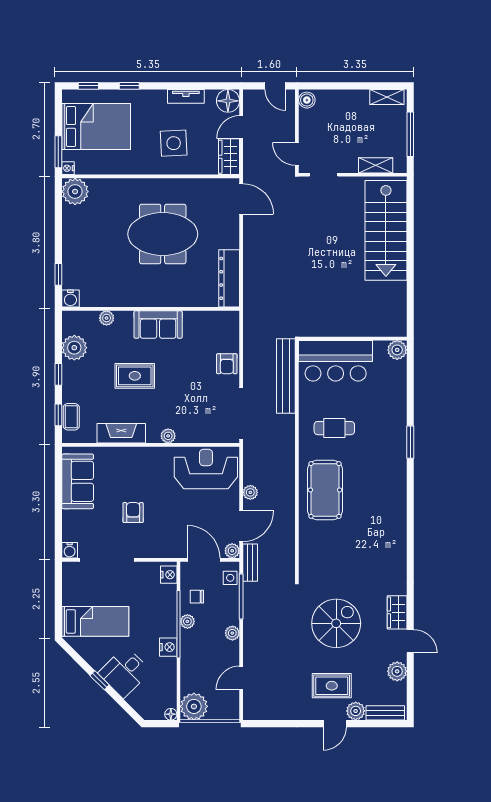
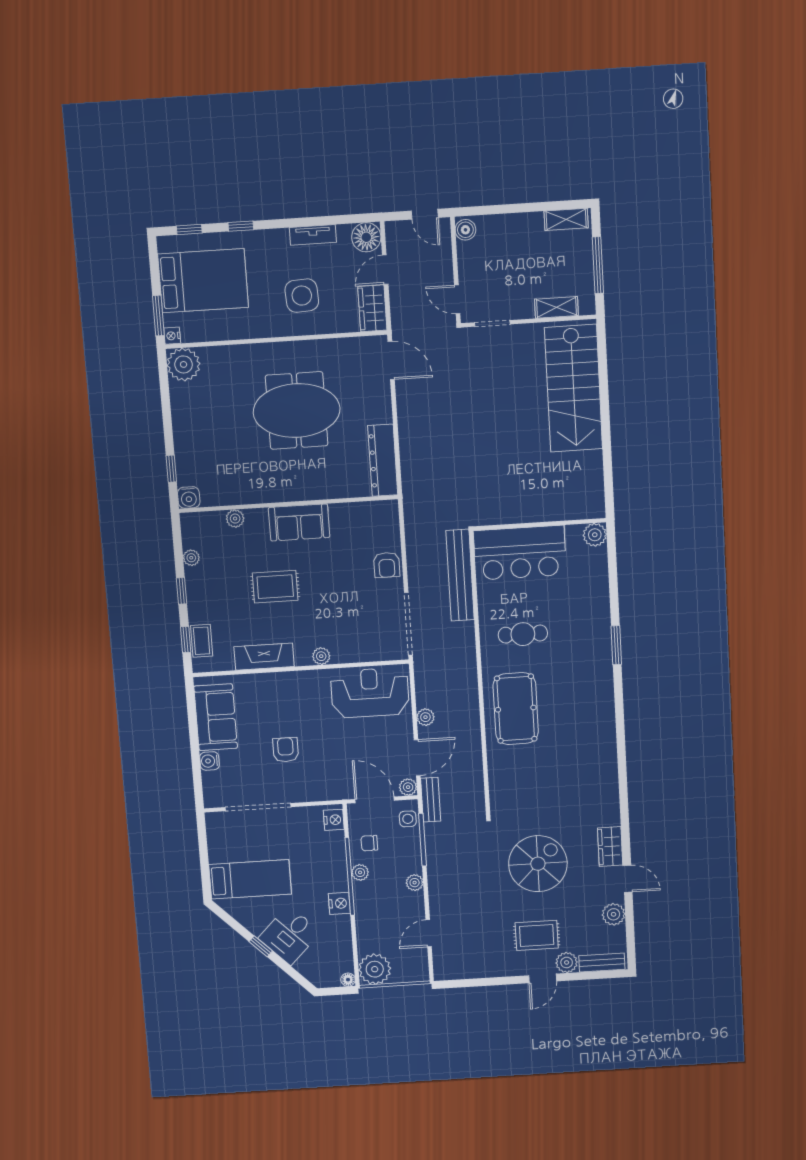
plant: (74, 348) -> (191, 558), width x0.53, depth x0.53
water cooler: (70, 550) -> (210, 761), moved, turned 90

